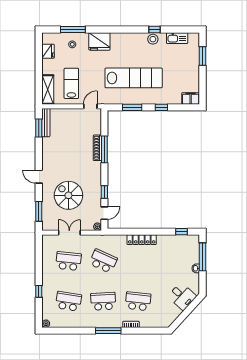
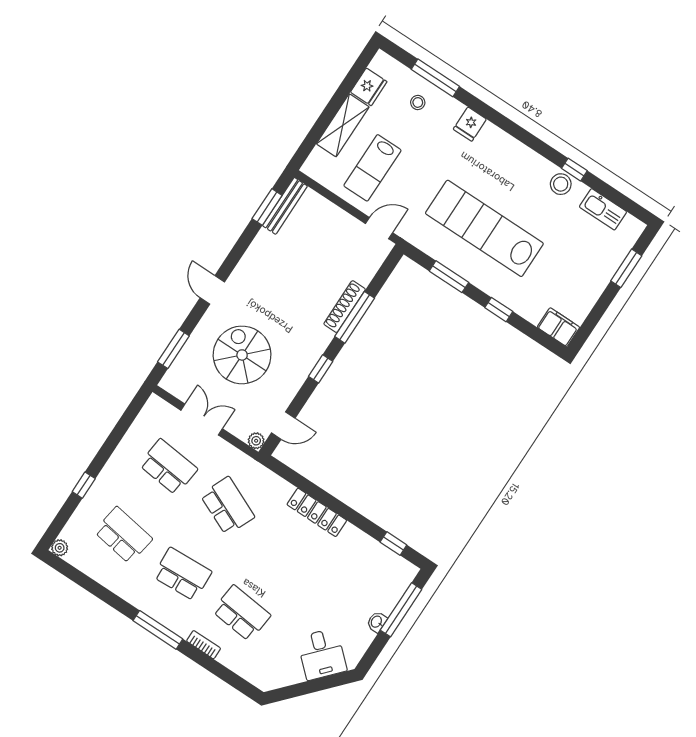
fridge: (99, 41) -> (470, 124), width x0.53, depth x0.75
lab bench: (134, 78) -> (484, 228), turned 180
lab bench: (71, 83) -> (372, 168), turned 180
shelving: (48, 89) -> (343, 125), moved
window: (104, 192) -> (321, 369), moved

